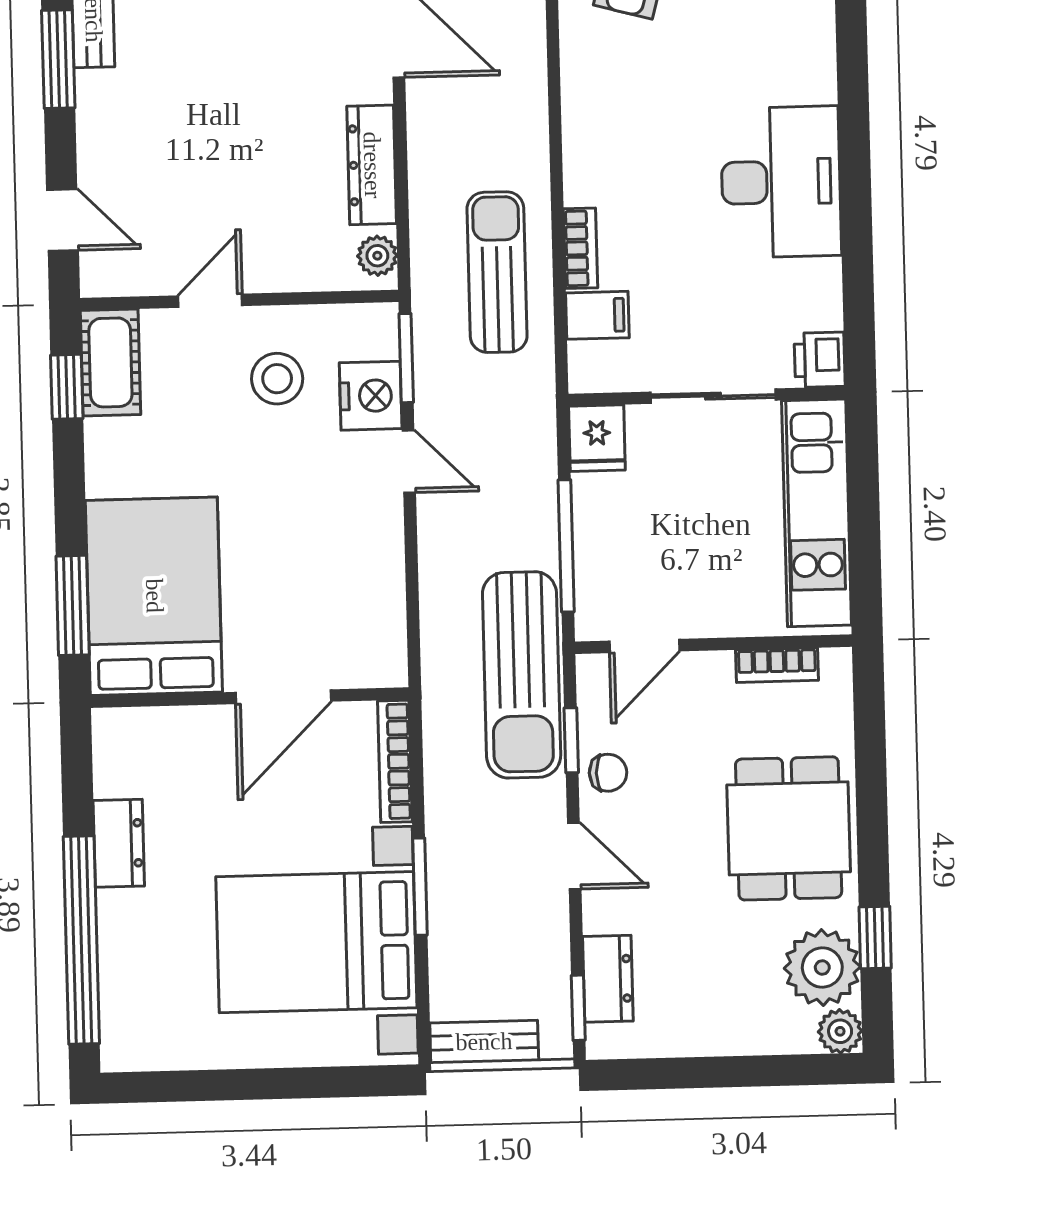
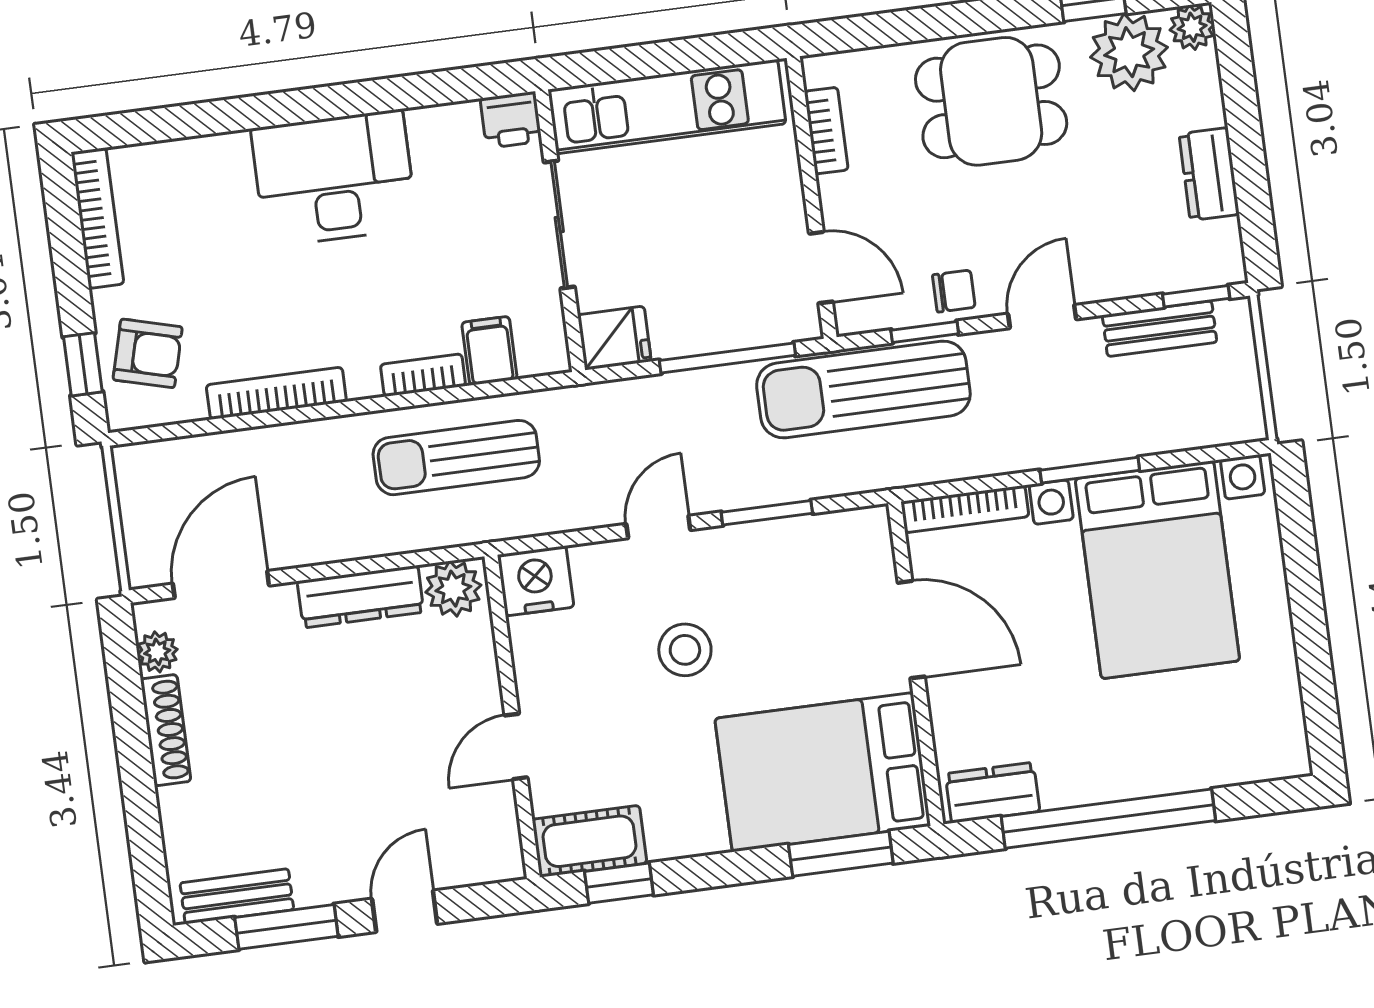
bookcase: (578, 104) -> (276, 393), added
door: (62, 220) -> (405, 911), moved
plant: (377, 256) -> (453, 589), width x1.38, depth x1.38
door: (210, 301) -> (516, 746), hinge flipped
window: (406, 358) -> (767, 513), moved
stool: (277, 379) -> (685, 650), moved
nightstand: (371, 396) -> (536, 581), moved
sun lounger: (522, 675) -> (863, 389), turned 180
chair: (608, 773) -> (954, 291), turned 90
dresser: (119, 843) -> (993, 793), moved
window: (81, 940) -> (1108, 819), moved
dresser: (608, 979) -> (1209, 174), moved, turned -90
bench: (484, 1042) -> (1160, 329), moved, turned 90

